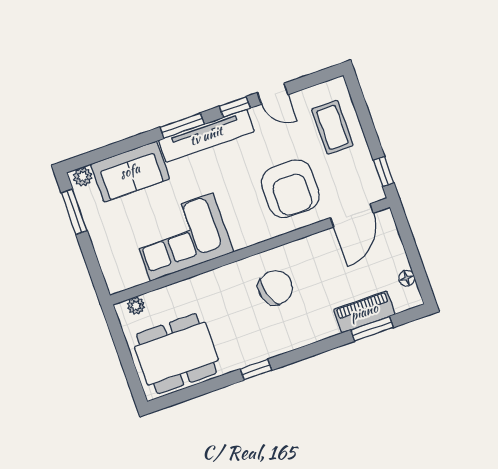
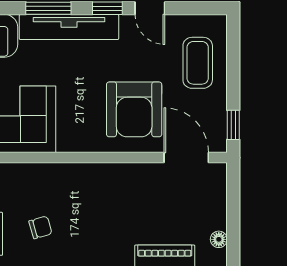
door: (352, 215) -> (186, 158), swing flipped
chair: (275, 288) -> (40, 227), moved, width x0.54, depth x0.54

